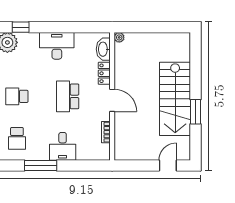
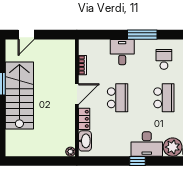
window: (21, 27) -> (137, 161), moved
desk: (57, 46) -> (147, 144), moved
school desk: (17, 96) -> (164, 98), width x1.85
door: (112, 100) -> (77, 94), swing flipped

